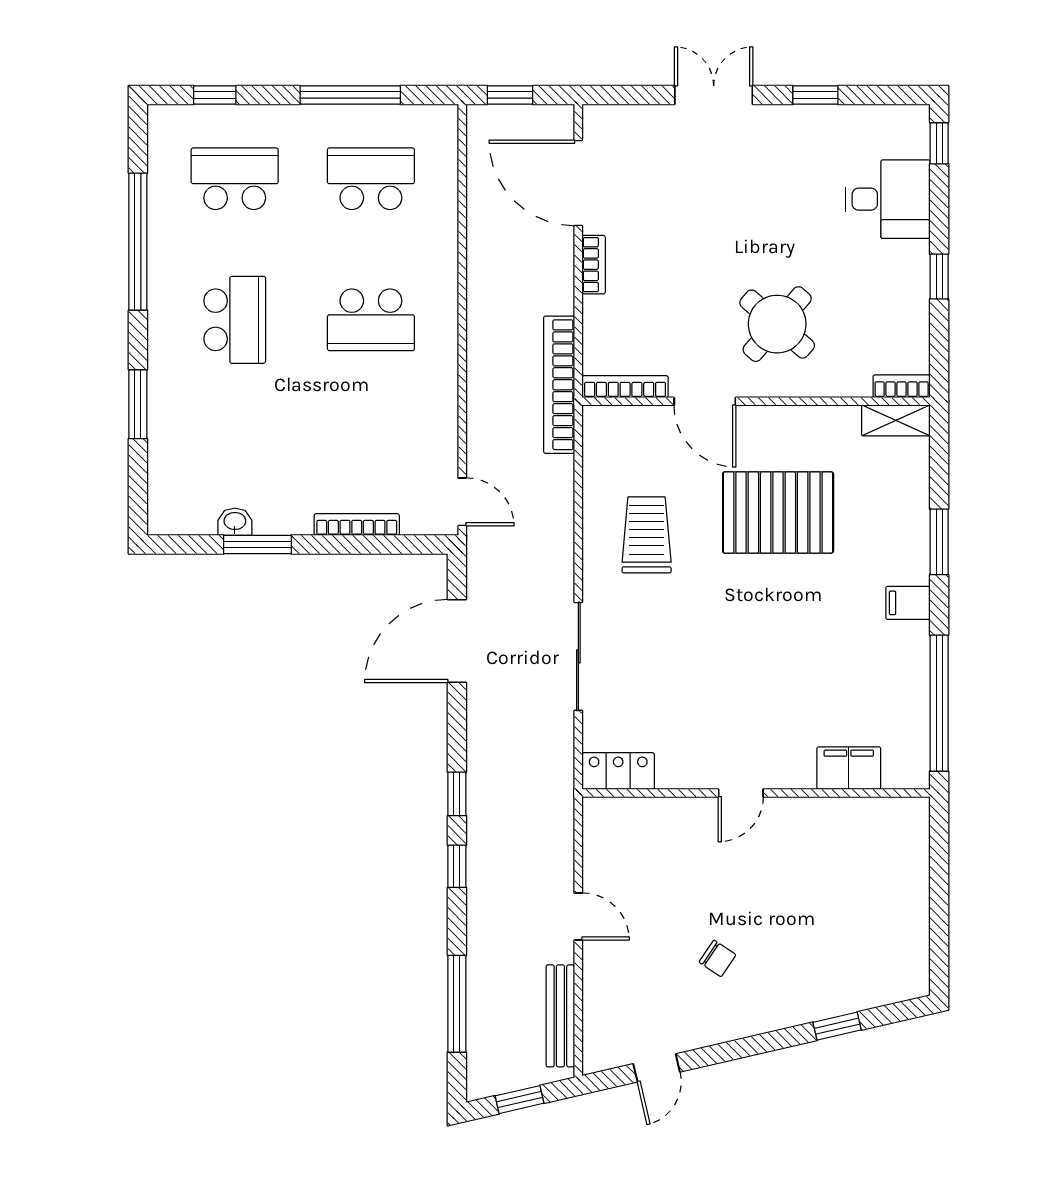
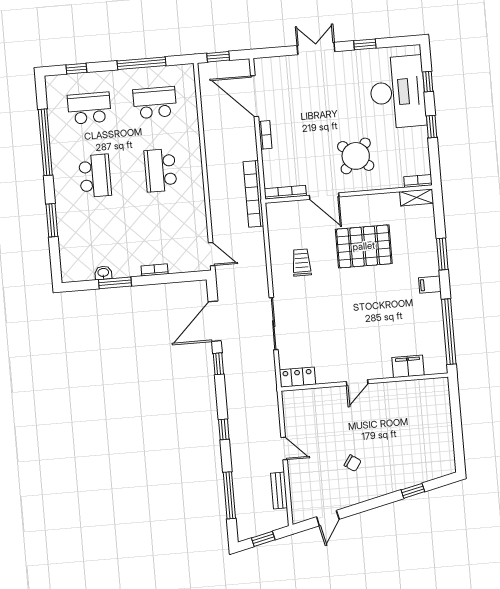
window: (939, 143) -> (428, 82), moved
desk: (888, 199) -> (398, 92), width x1.87, depth x1.30
school desk: (371, 320) -> (160, 170), turned 90
bookcase: (357, 525) -> (155, 270), width x0.64
trolley: (647, 535) -> (302, 263), width x0.73, depth x0.72
window: (457, 794) -> (218, 364), moved
bench: (560, 1016) -> (279, 490), width x0.73

